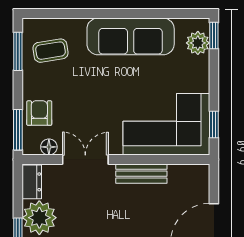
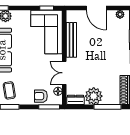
bench: (141, 174) -> (71, 40), width x1.36

